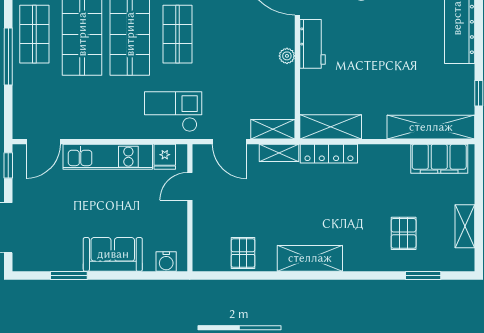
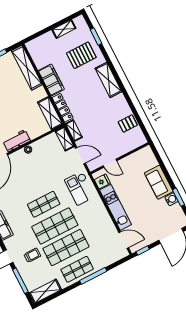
door: (229, 142) -> (80, 156), hinge flipped
filing cabinet: (439, 159) -> (51, 80), moved
pallet: (404, 233) -> (81, 55), width x1.50, depth x1.42
shelving: (310, 258) -> (108, 80), moved
water cooler: (166, 261) -> (171, 199), moved

